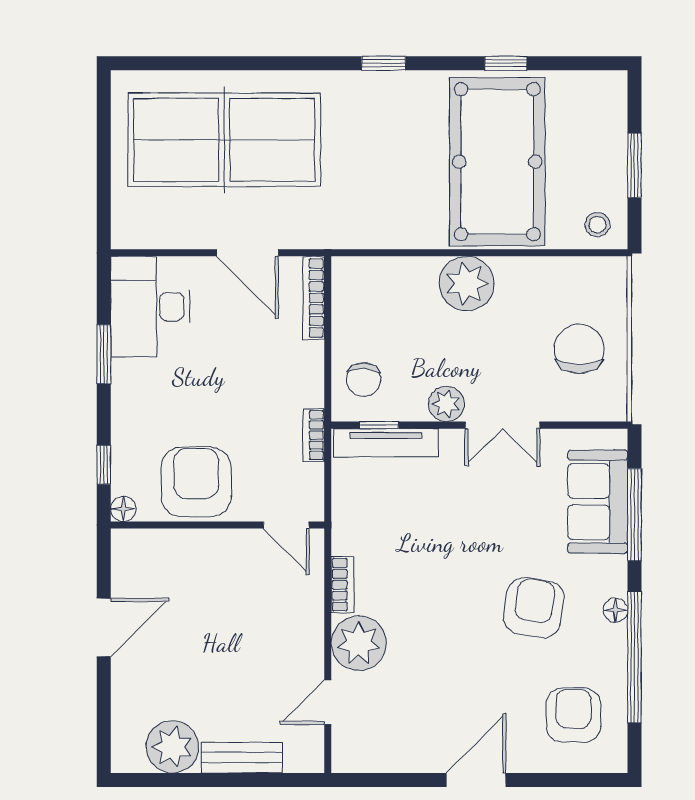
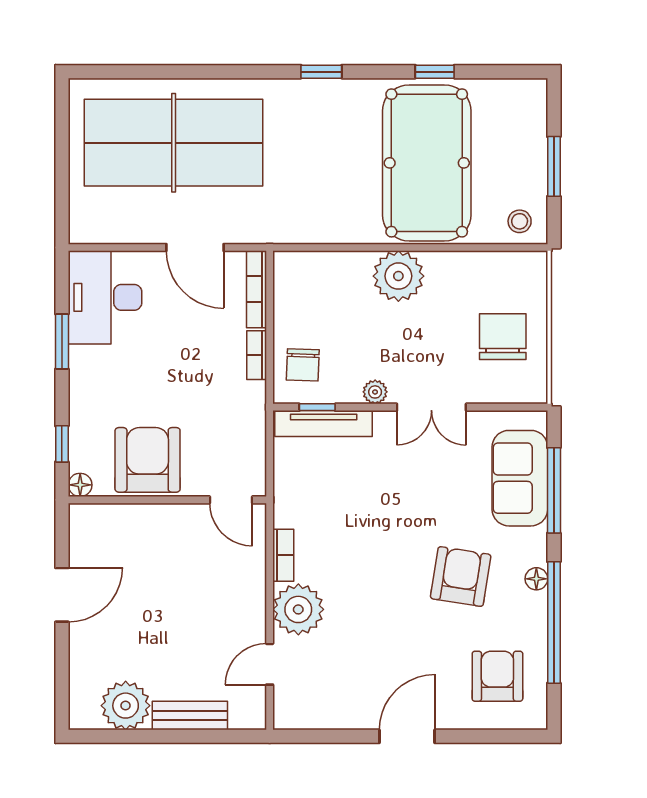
plant: (446, 404) -> (375, 392), width x0.73, depth x0.73
bookcase: (314, 435) -> (257, 355), moved

